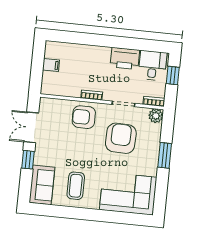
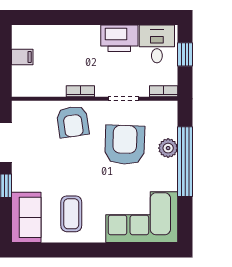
plant: (156, 116) -> (168, 148), moved
armchair: (84, 117) -> (73, 122), turned -98
window: (165, 155) -> (185, 162), width x2.11

